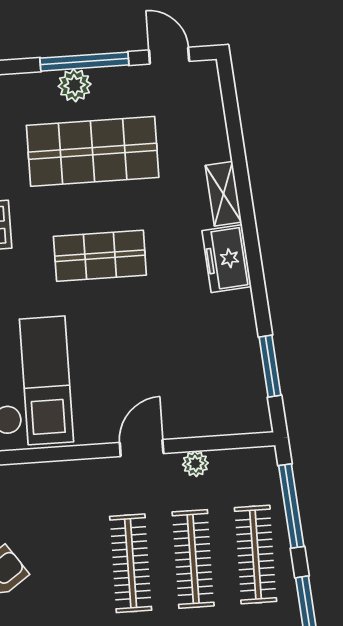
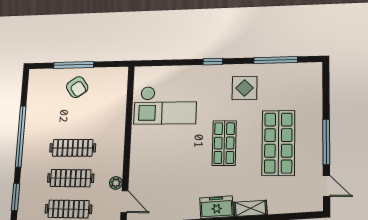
door: (169, 56) -> (326, 186), hinge flipped
plant: (75, 85) -> (314, 136), removed
door: (142, 448) -> (124, 202), moved

